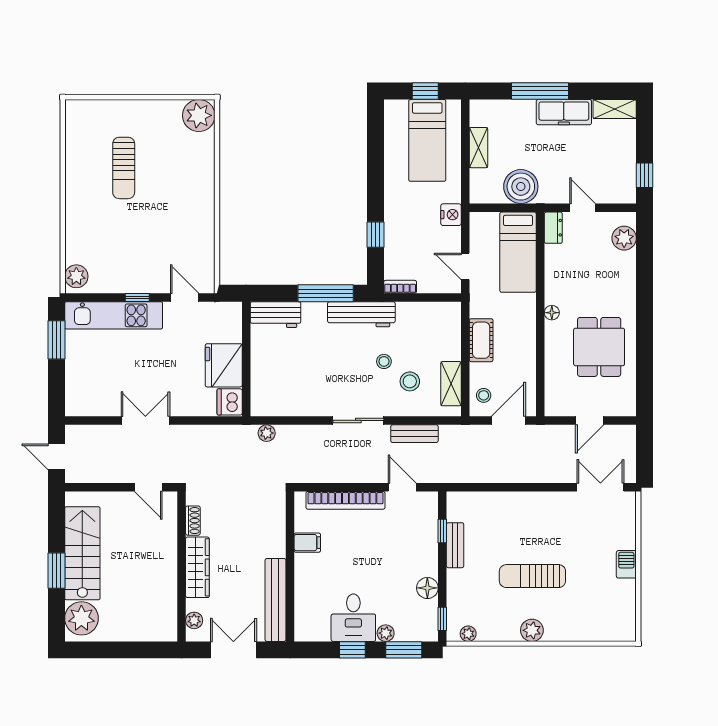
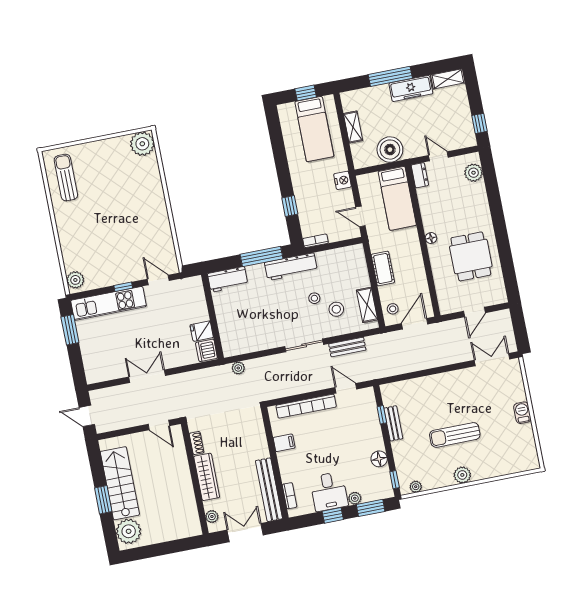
sun lounger: (124, 168) -> (66, 178), moved, turned 180
fridge: (224, 365) -> (202, 331), width x0.53, depth x0.75
bookcase: (301, 613) -> (290, 496), added

